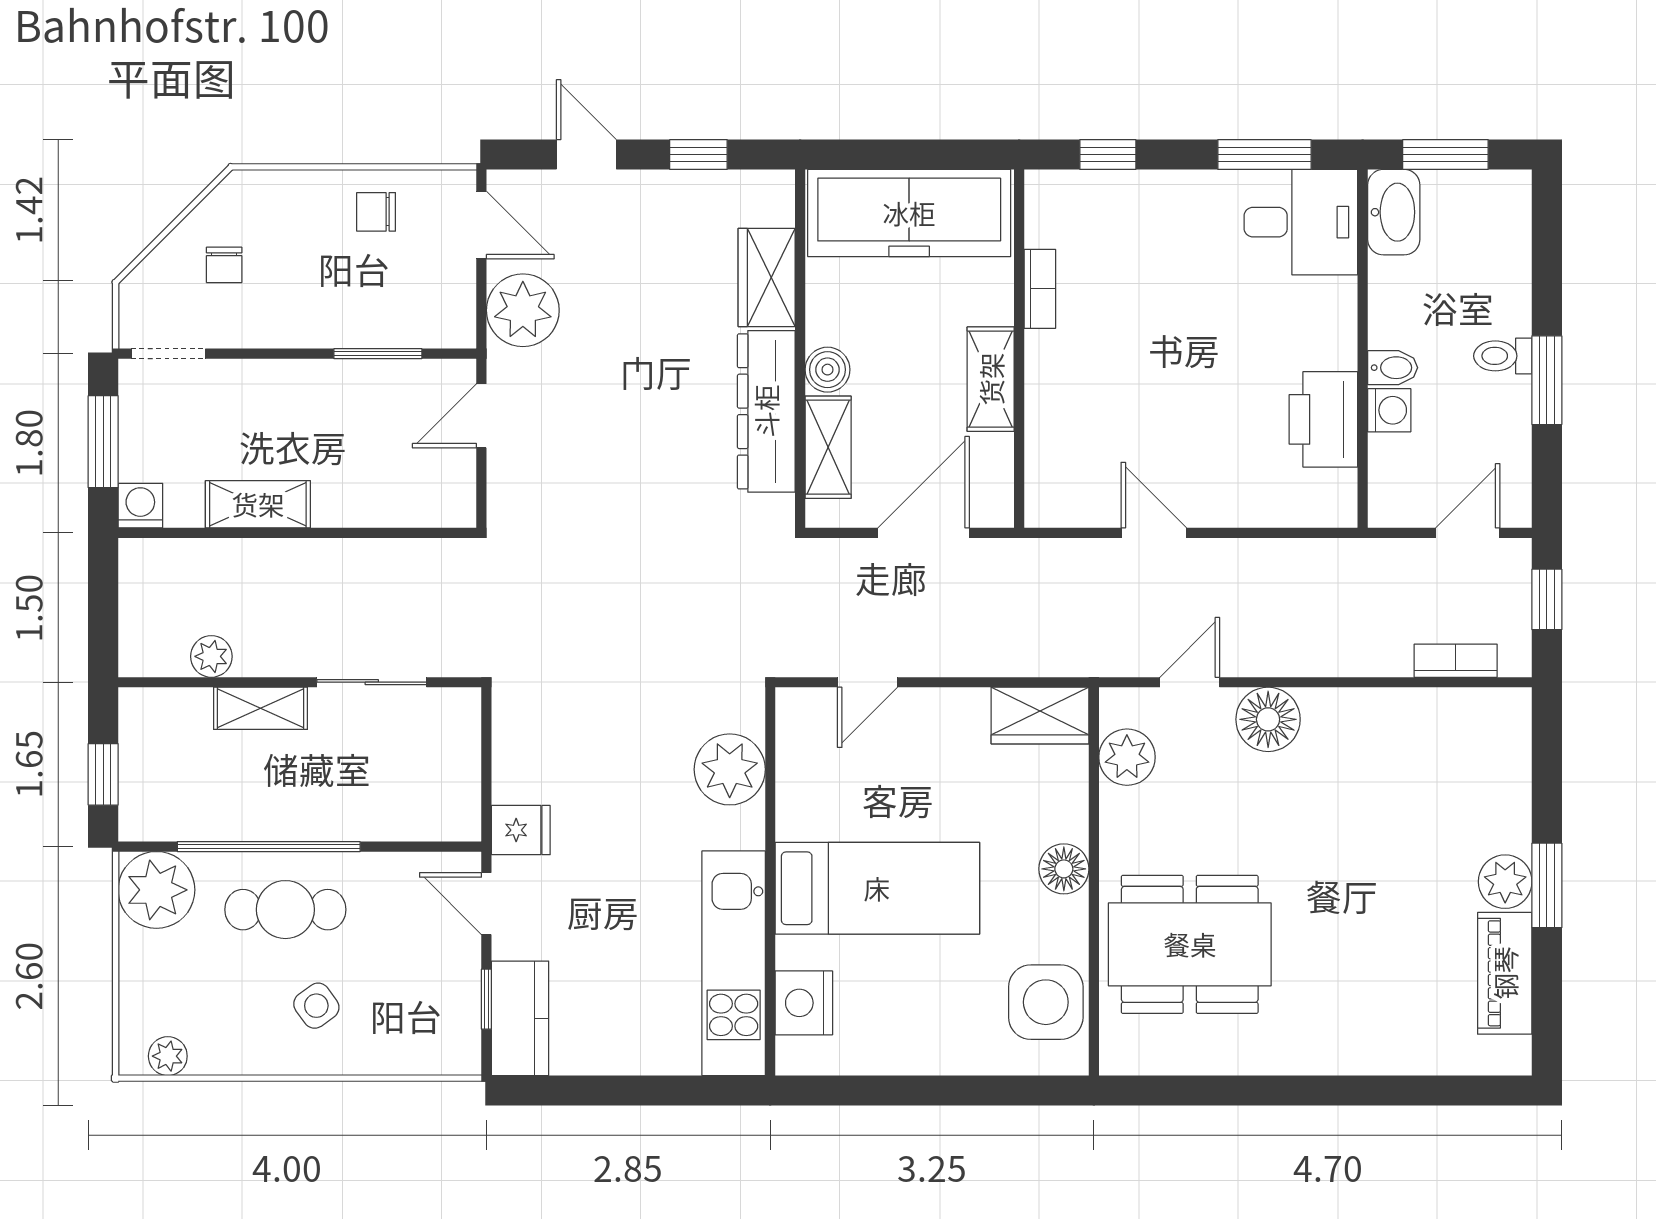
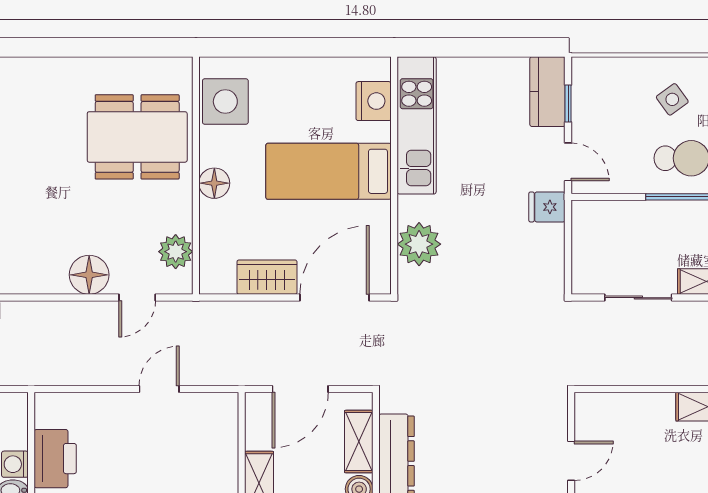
door: (1154, 533) -> (159, 389), swing flipped
door: (868, 682) -> (335, 298), width x1.87
wardrobe: (1040, 716) -> (267, 277), moved

